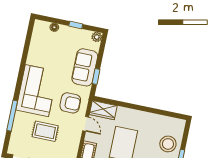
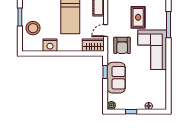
armchair: (70, 103) -> (122, 45), turned -90
nightstand: (153, 120) -> (50, 45), added
door: (86, 124) -> (106, 30), hinge flipped
rug: (45, 131) -> (138, 17), turned 90

